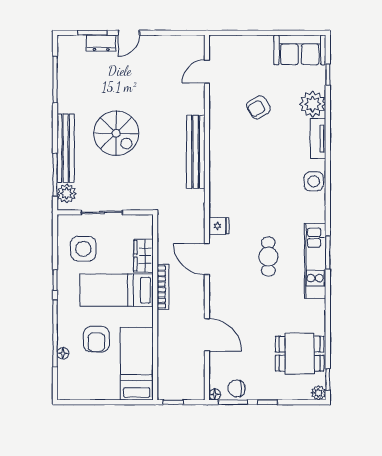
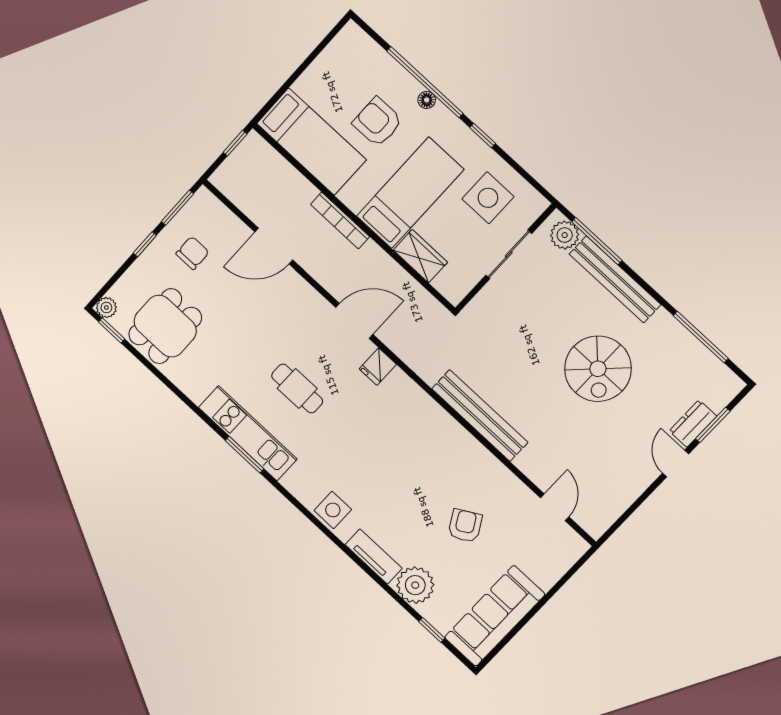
sofa: (300, 50) -> (495, 616), width x1.36
spiral stairs: (116, 133) -> (598, 369), moved, turned -90
bookcase: (163, 287) -> (340, 221), moved
floor lamp: (63, 353) -> (427, 100), moved
chair: (237, 388) -> (192, 253), moved
floor lamp: (215, 394) -> (203, 196), removed

